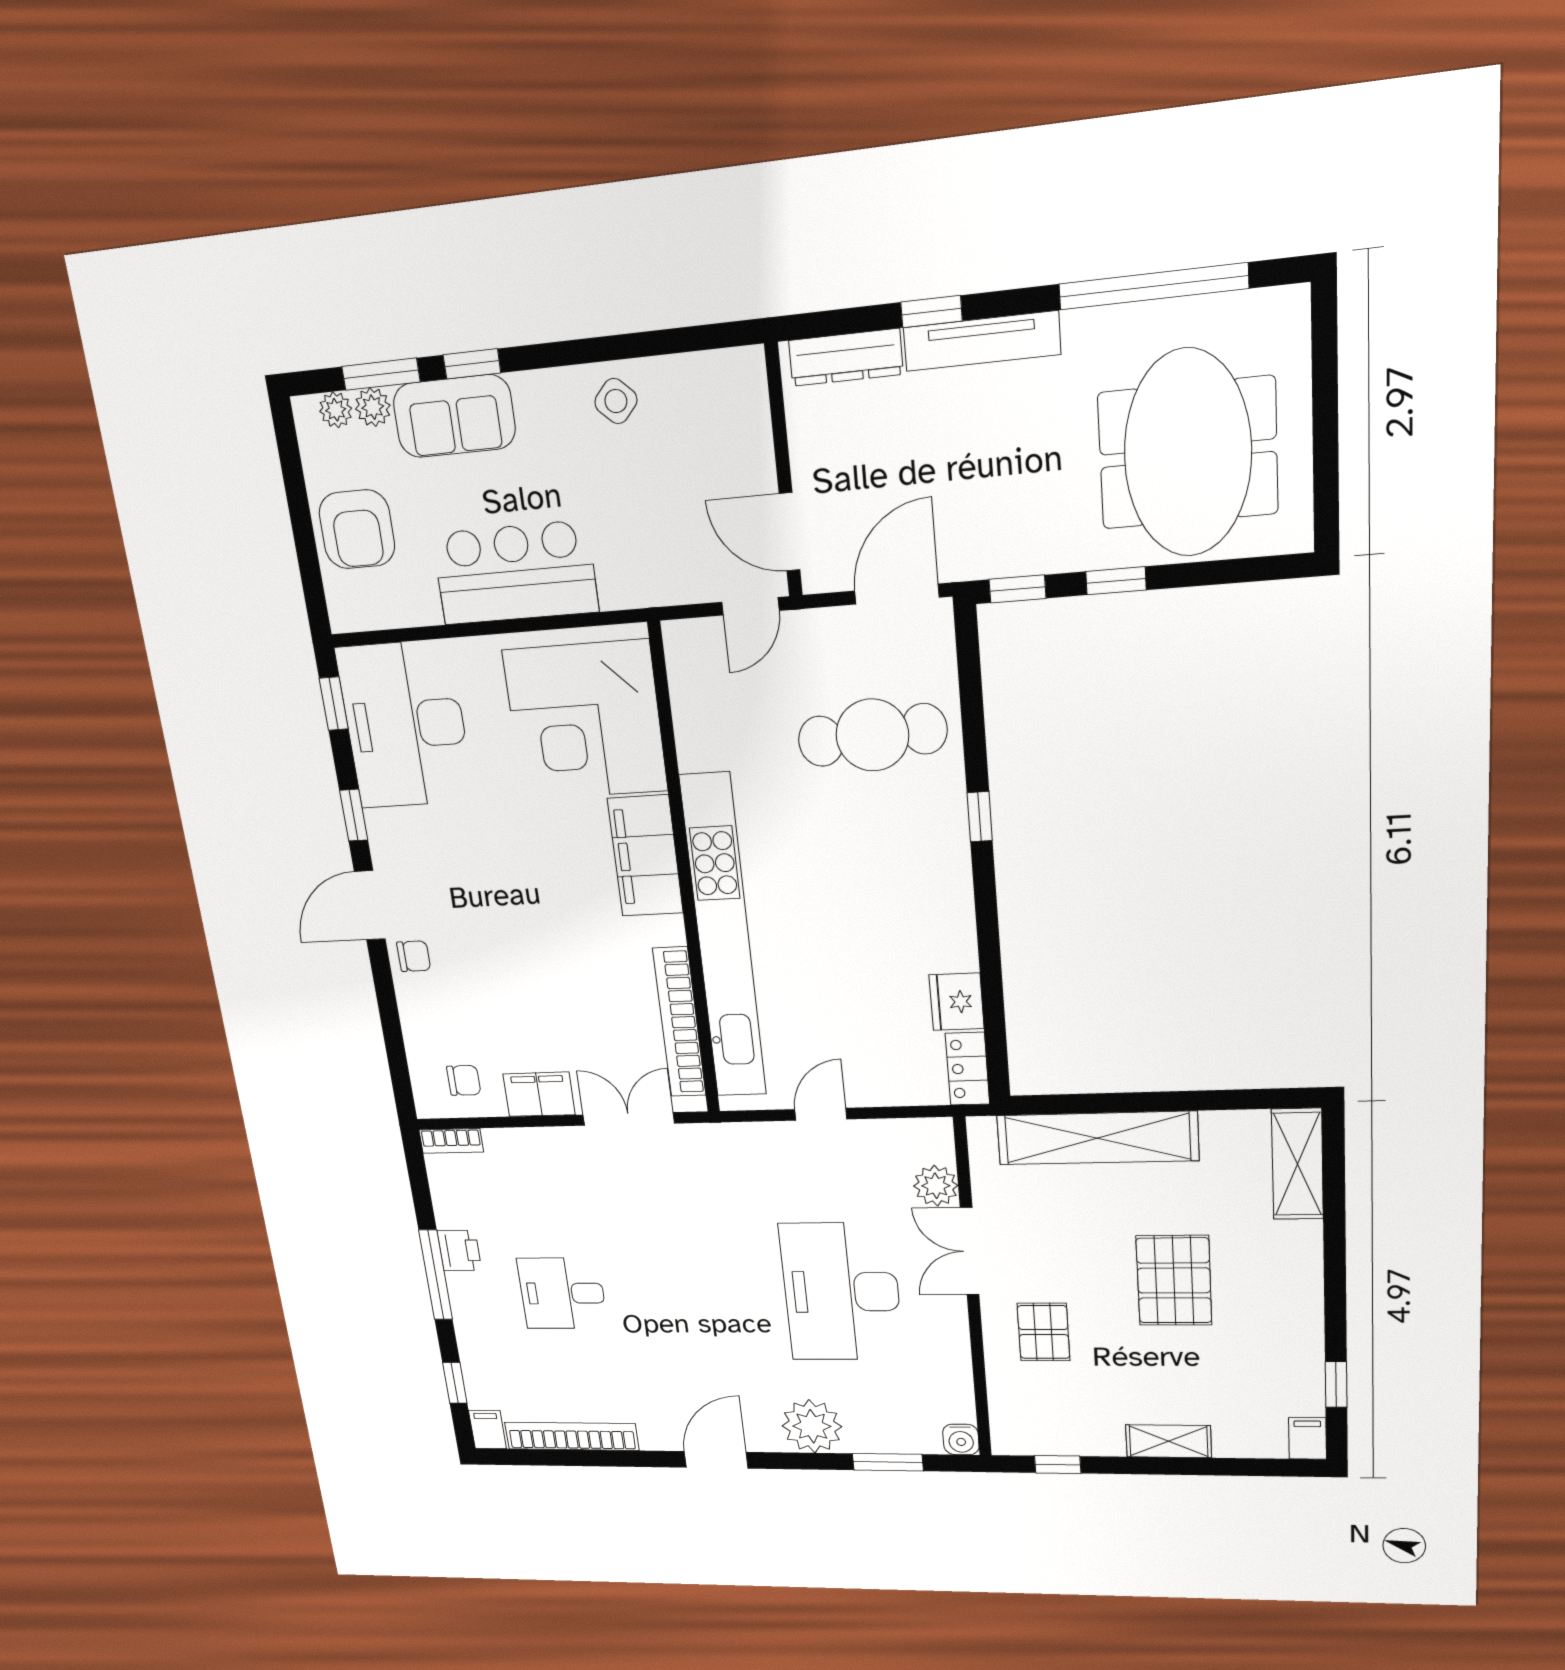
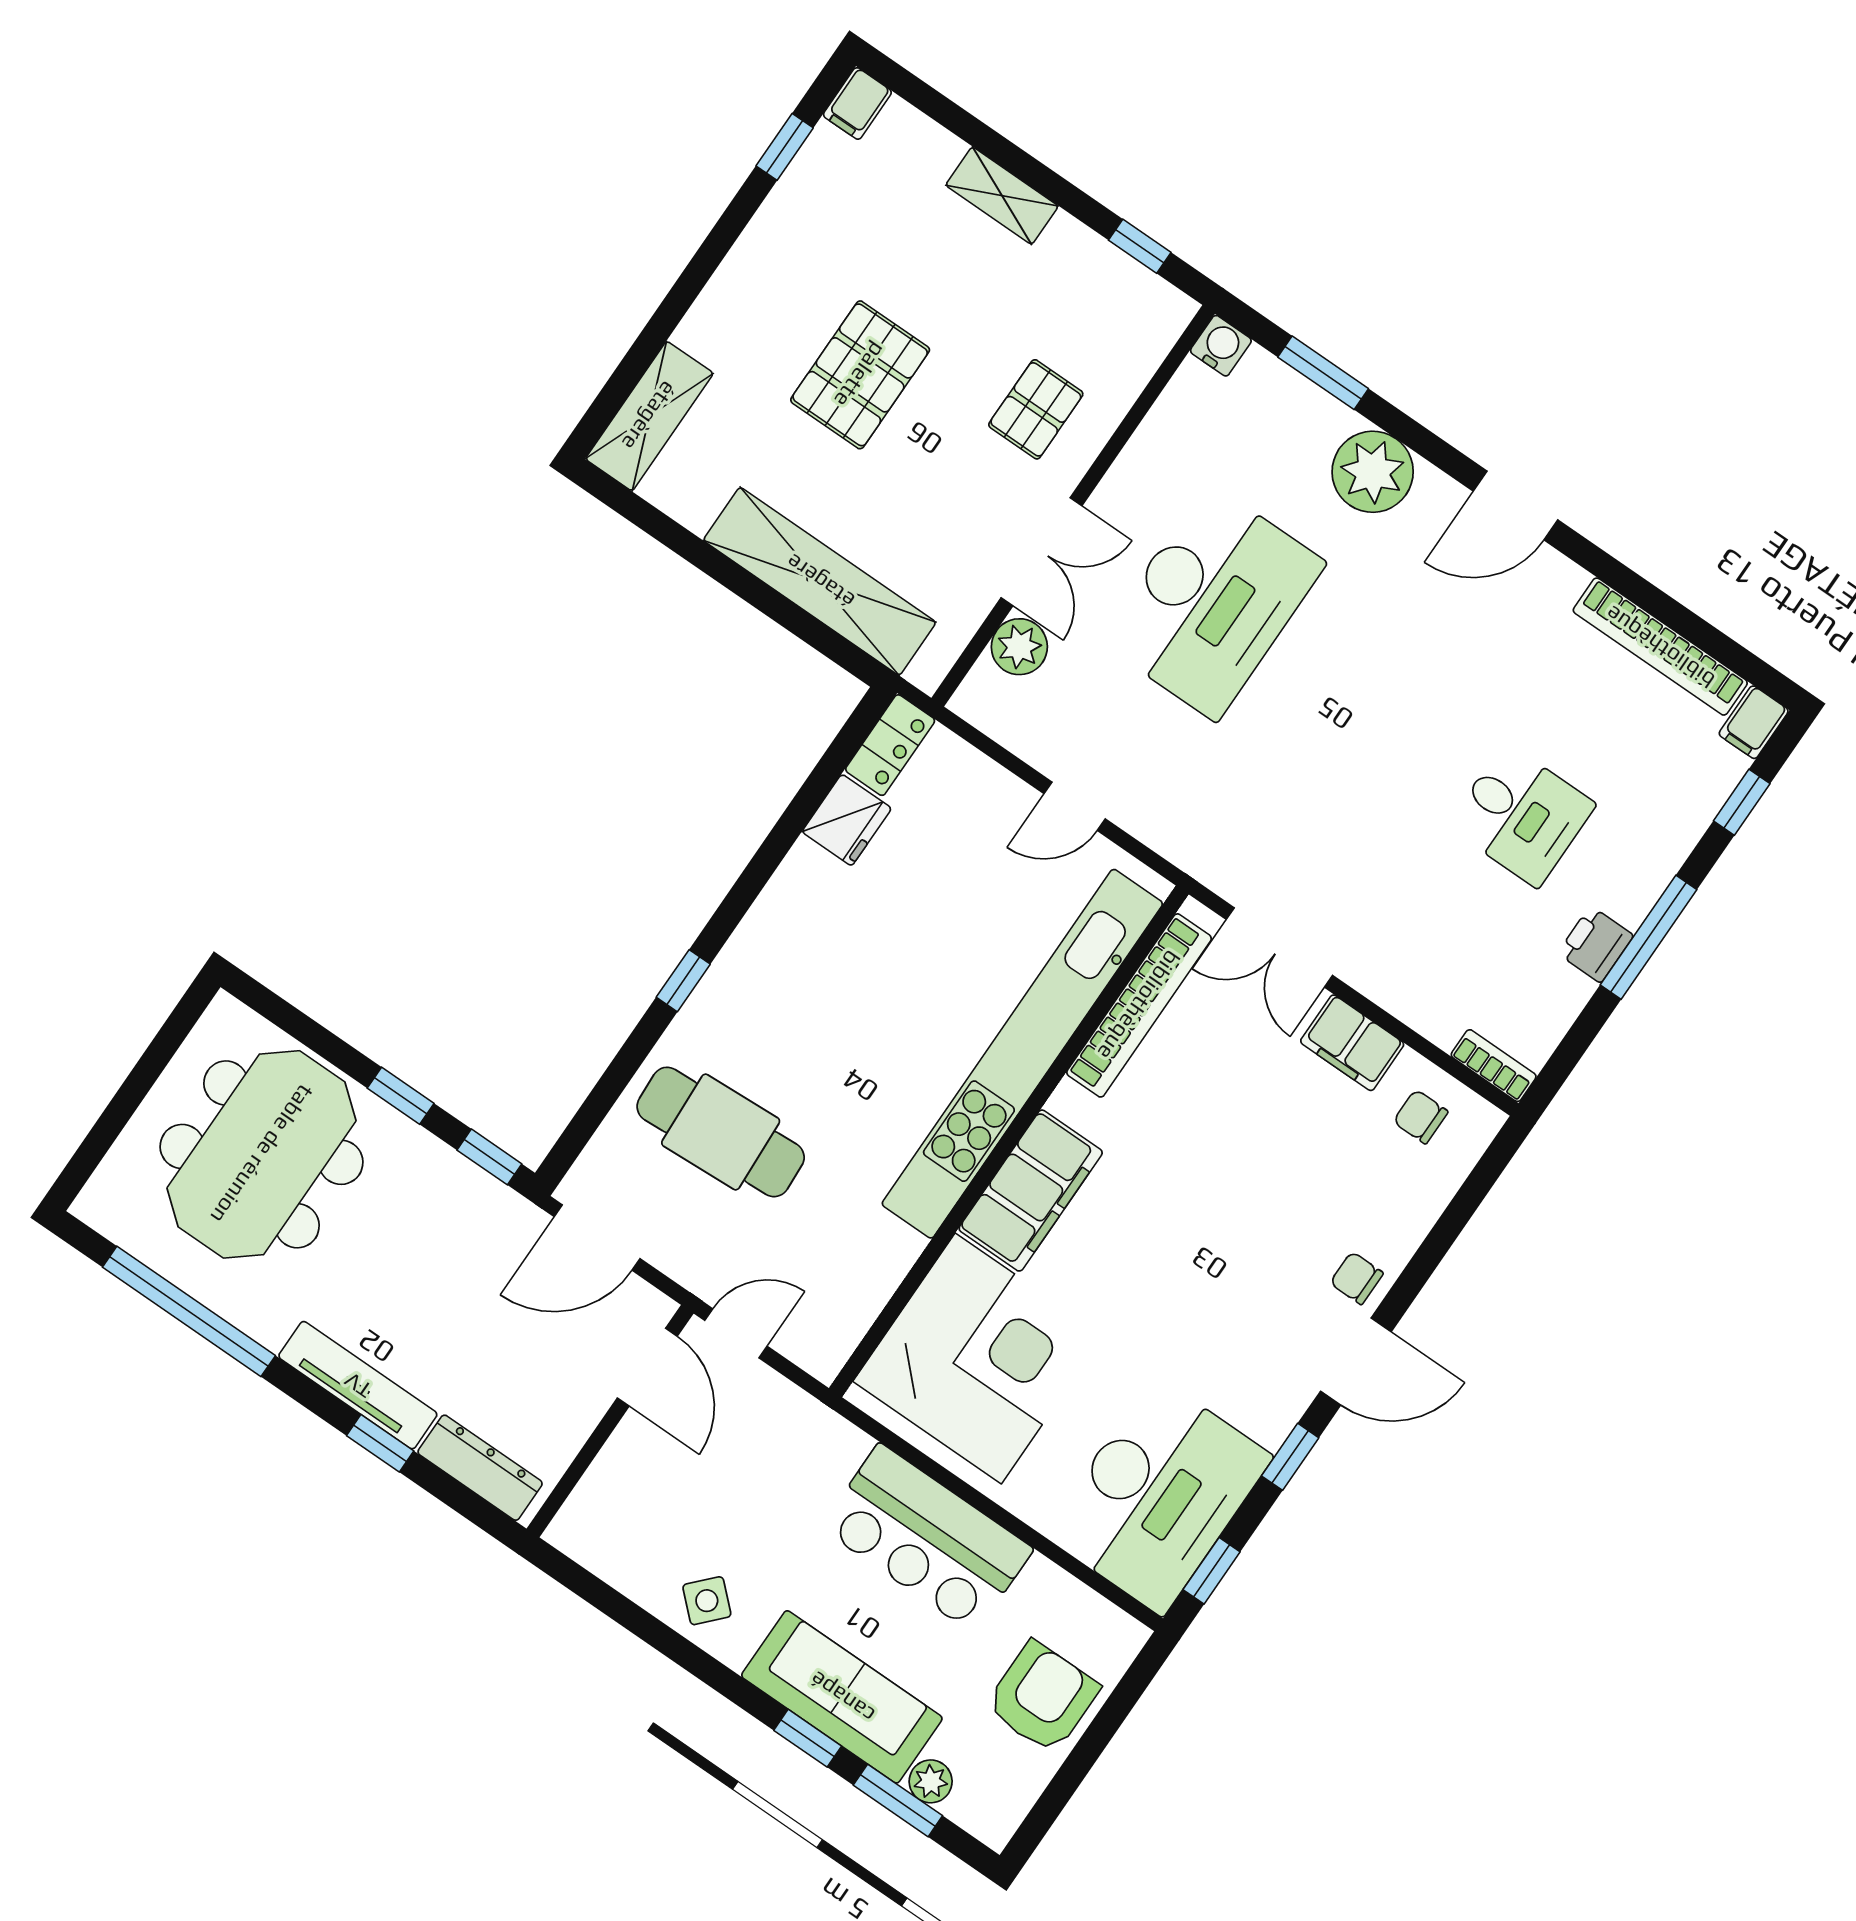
plant: (336, 410) -> (967, 1808), removed
sofa: (454, 416) -> (842, 1697), width x1.36

